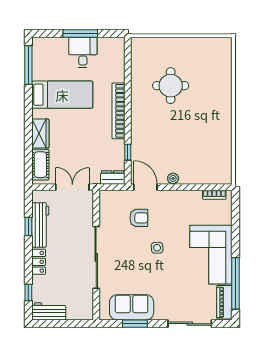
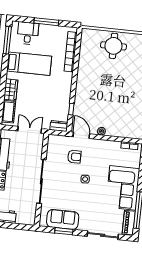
desk: (83, 52) -> (28, 33), moved
round table: (171, 86) -> (113, 46), moved
bookcase: (118, 111) -> (71, 52), moved

